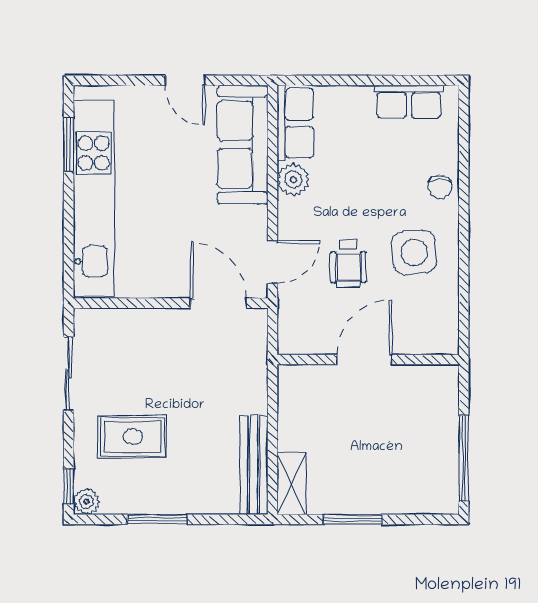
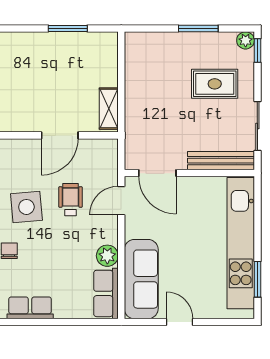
bench: (254, 465) -> (221, 161), moved, turned 90
shelving: (291, 484) -> (109, 109), moved

